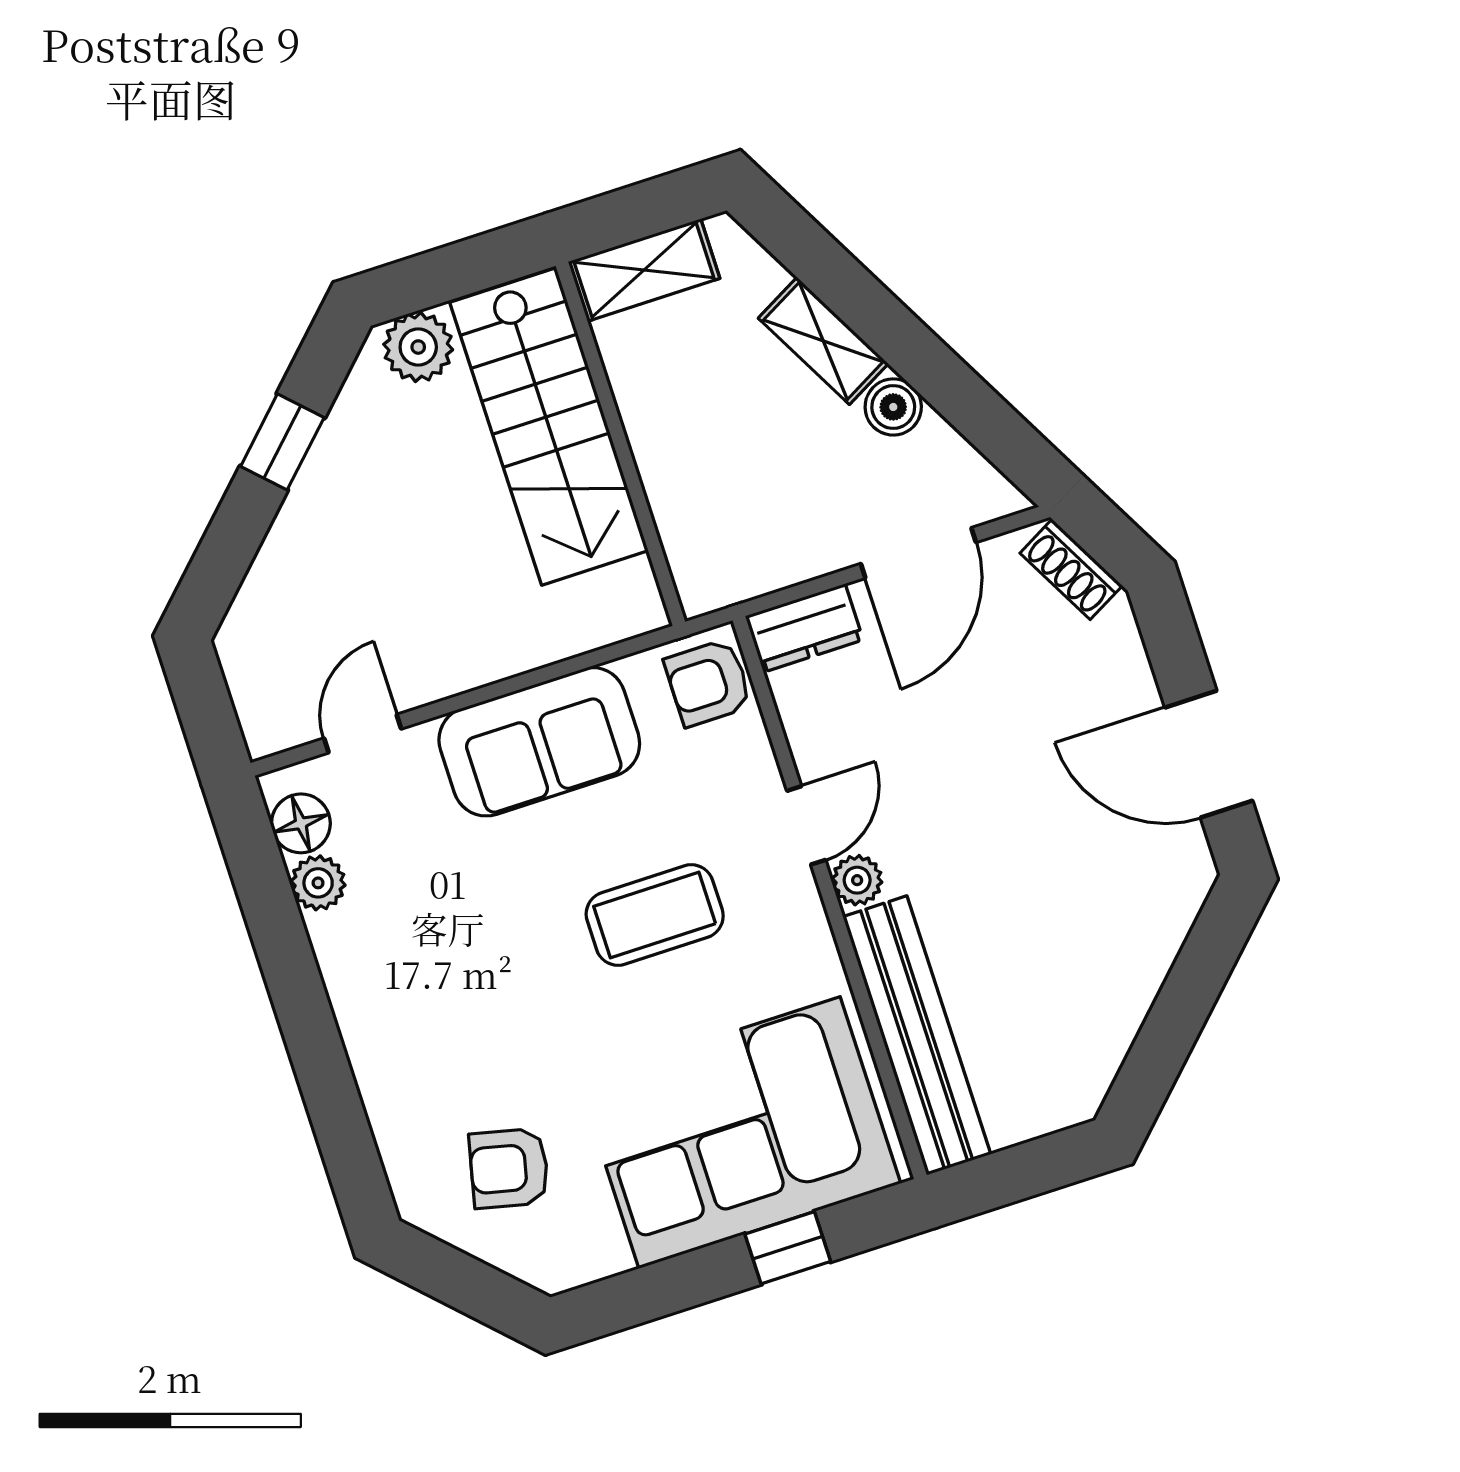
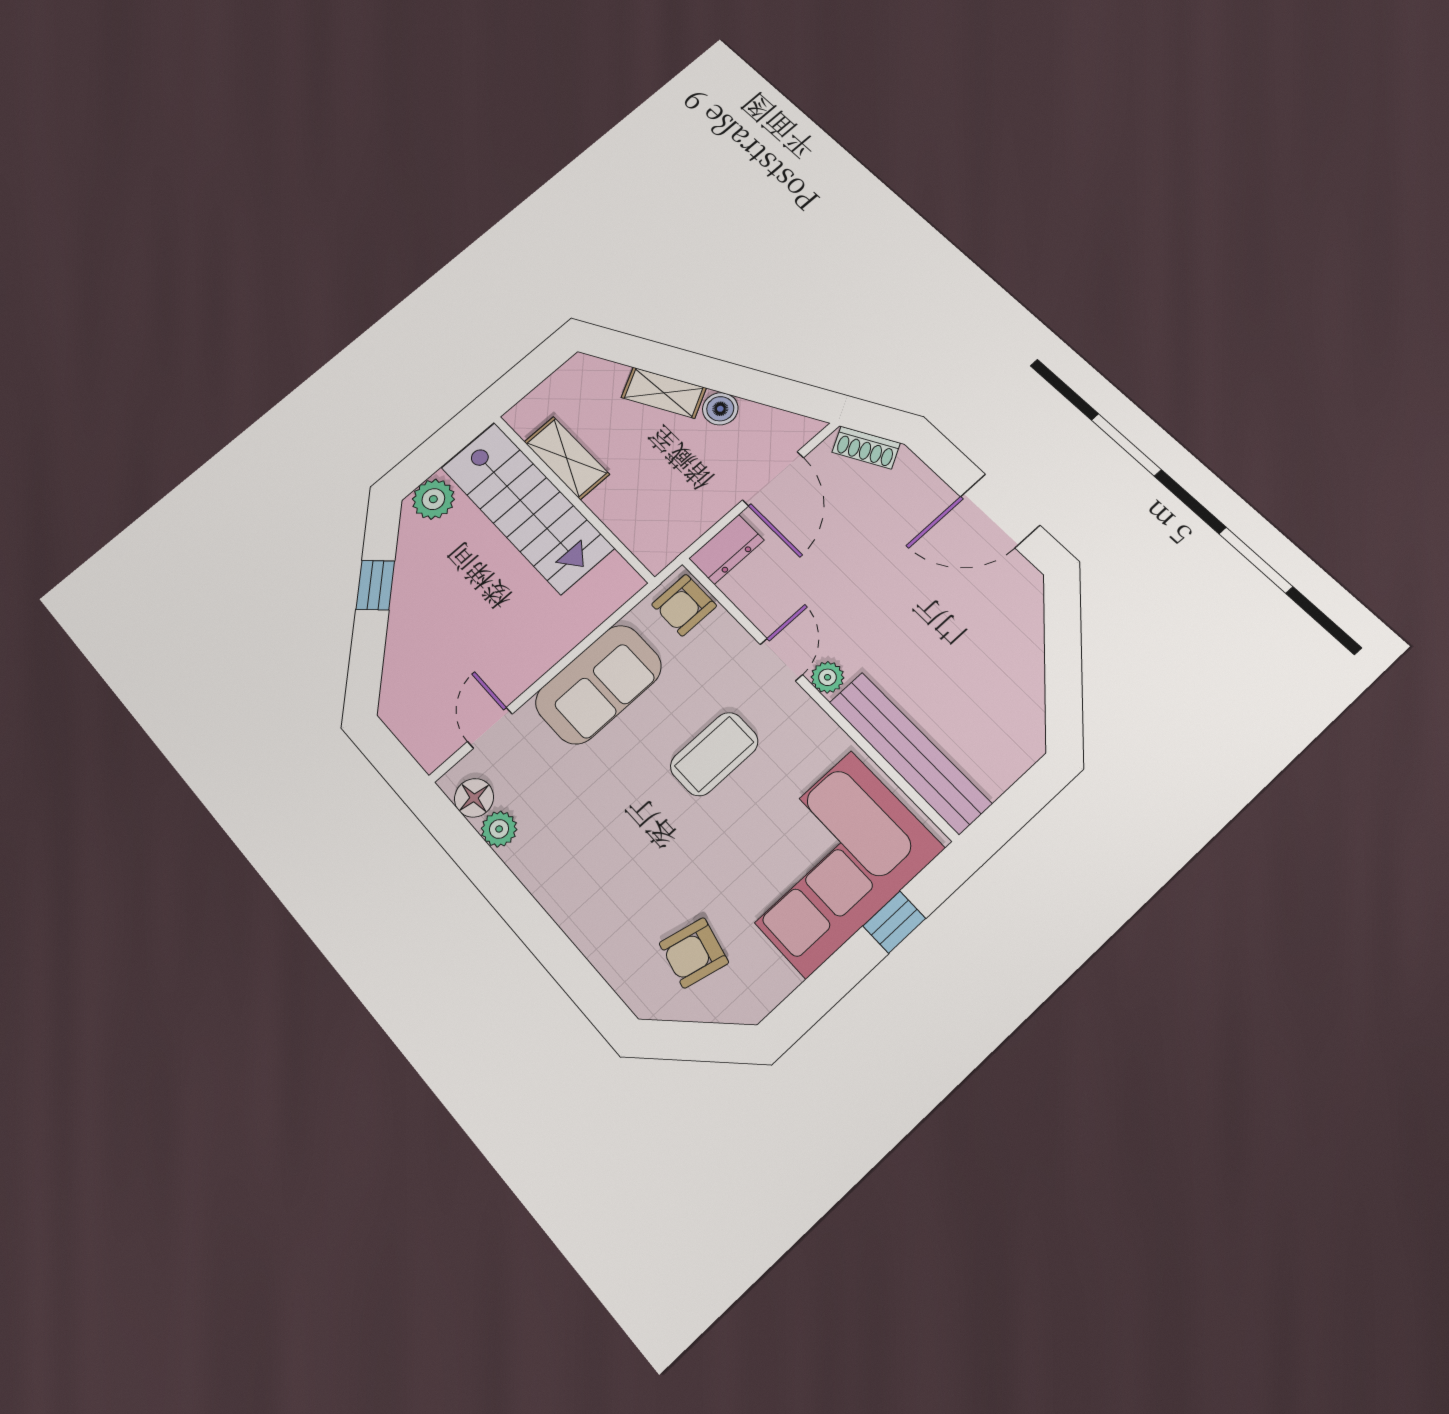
shelving: (644, 270) -> (567, 458), moved, turned 90

